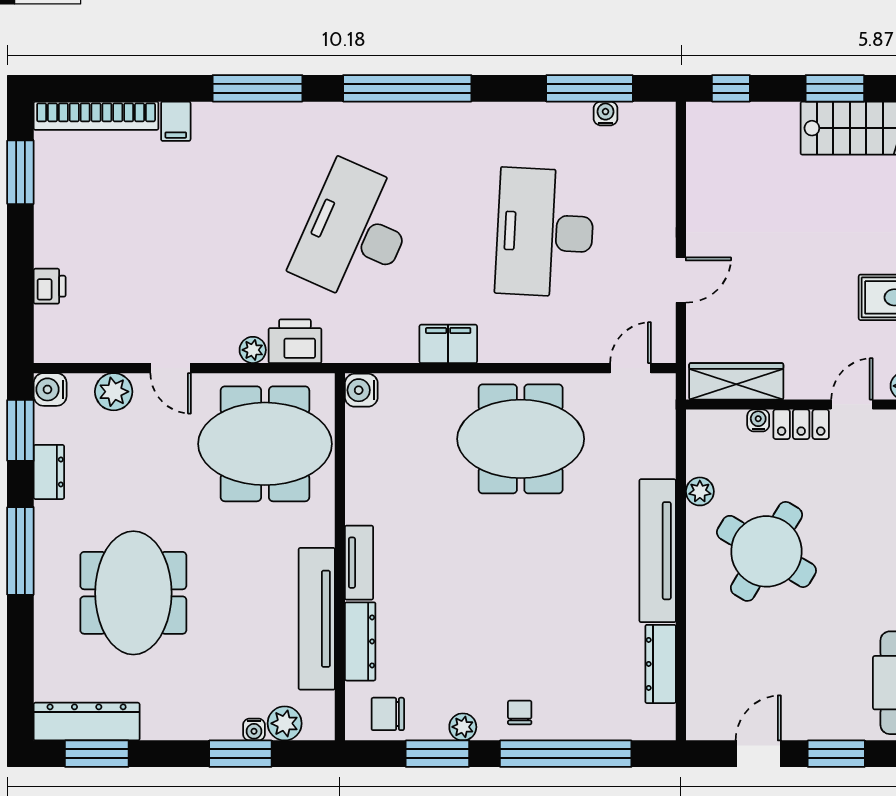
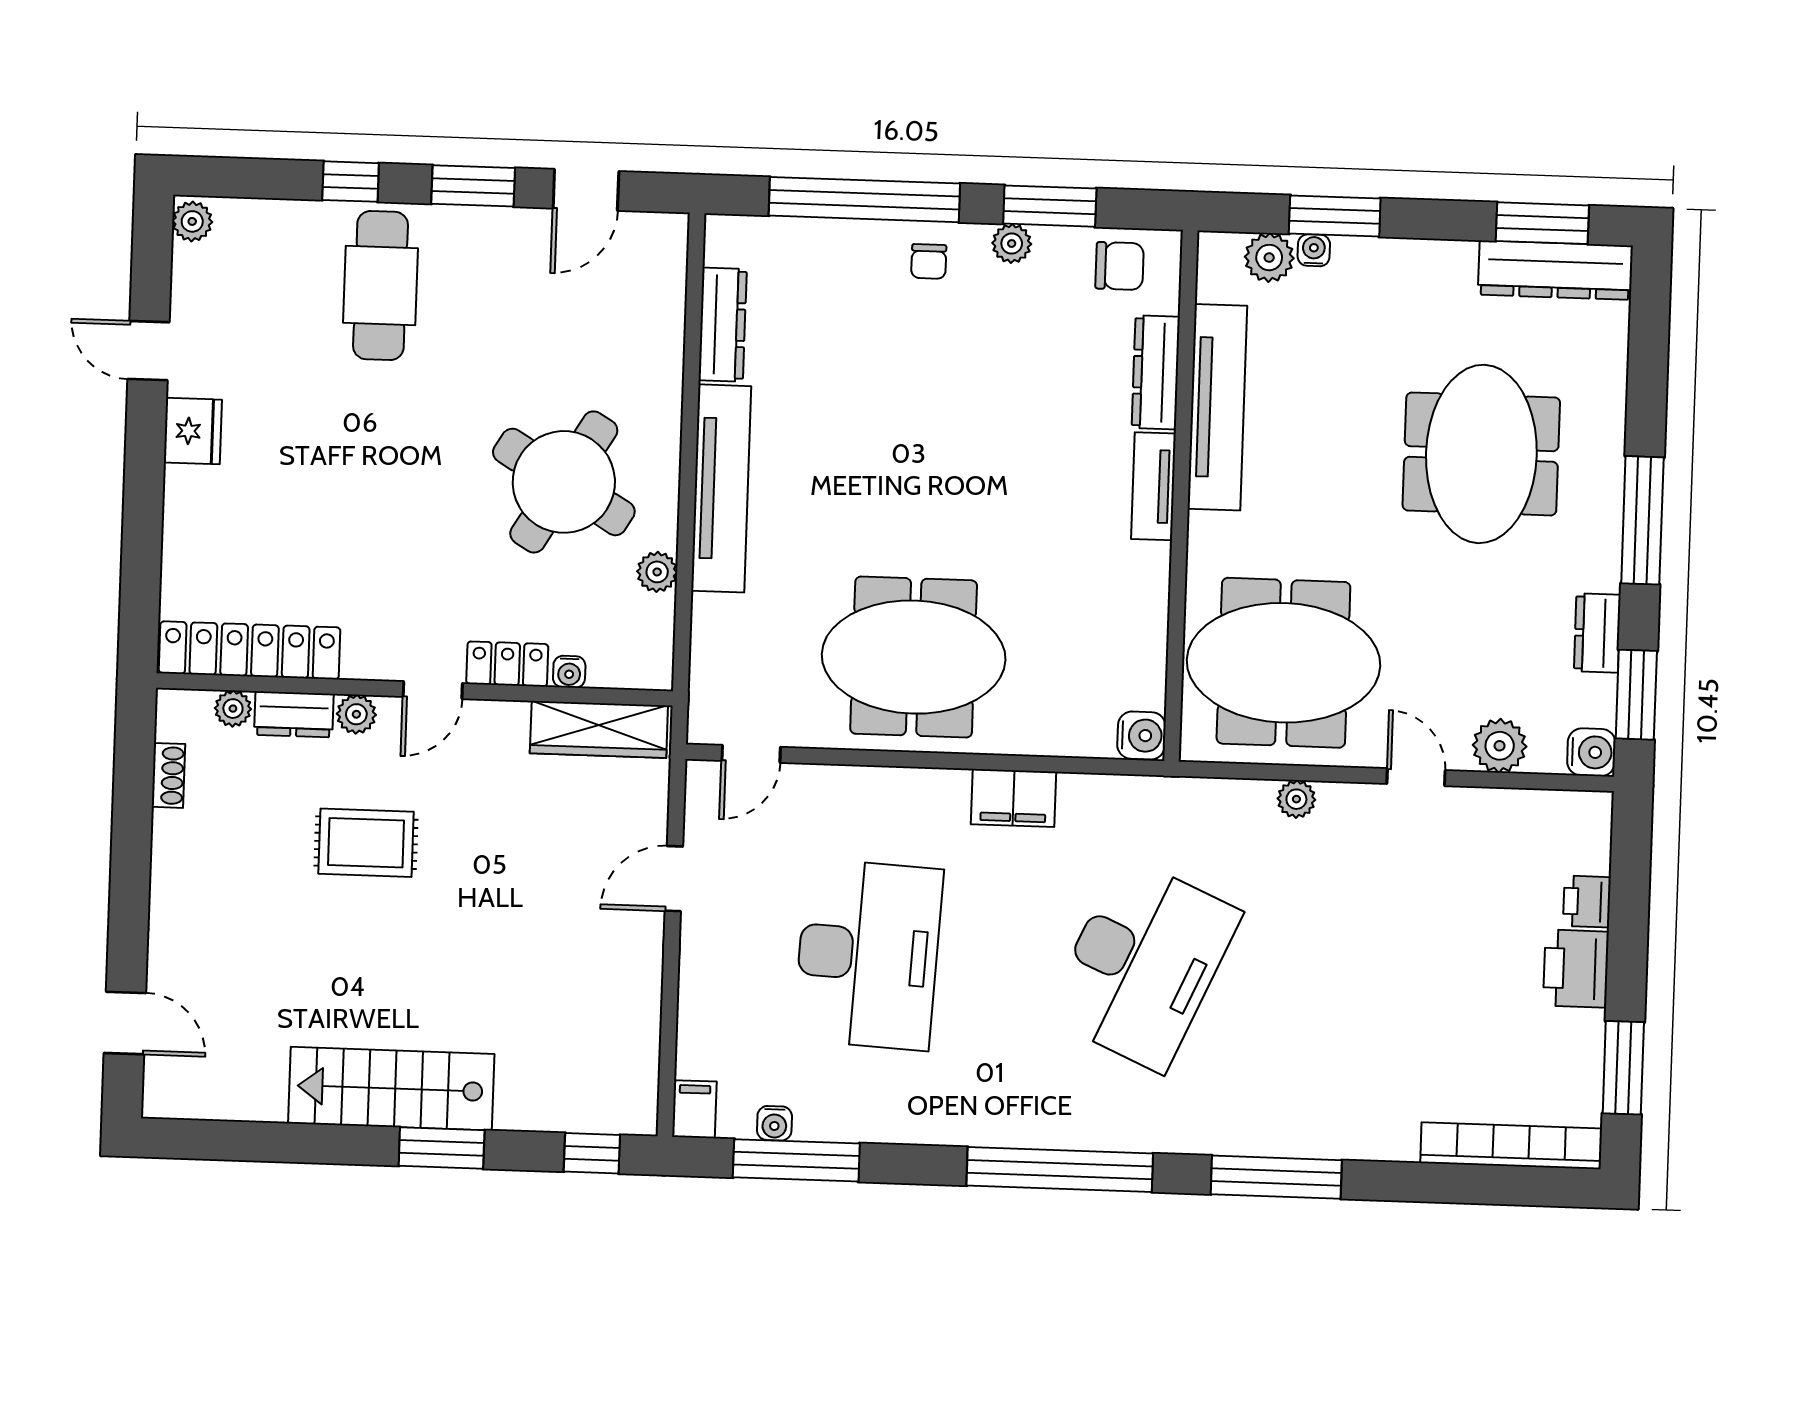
filing cabinet: (176, 121) -> (694, 1109), moved
printer: (295, 341) -> (1576, 969), moved, turned 90

